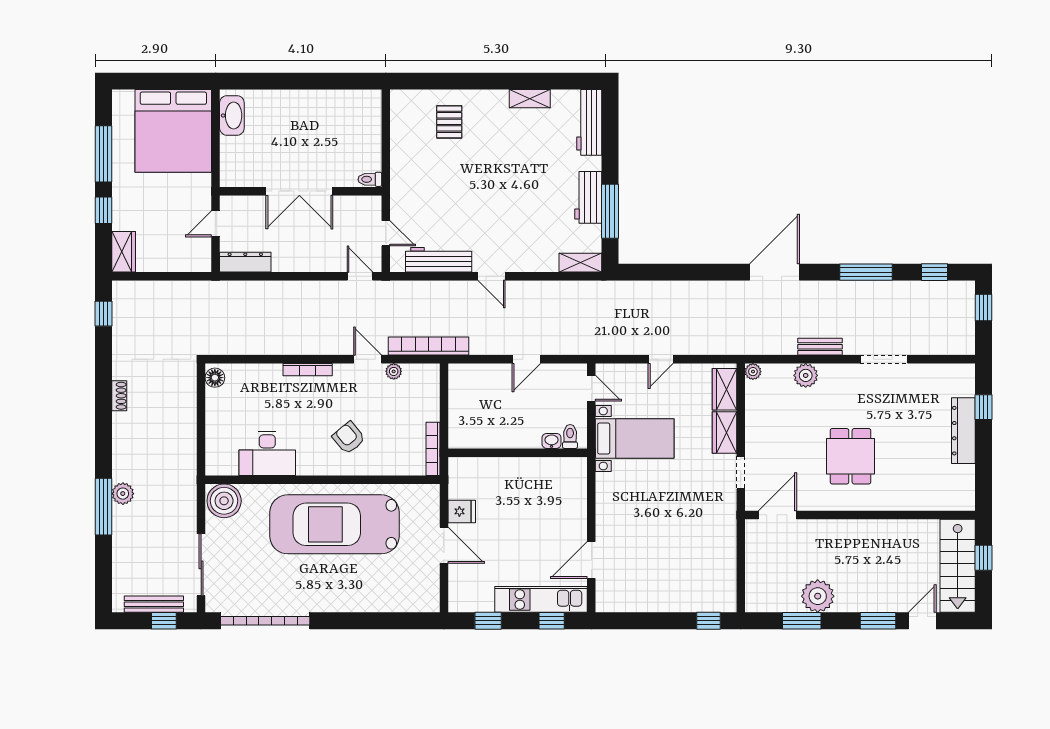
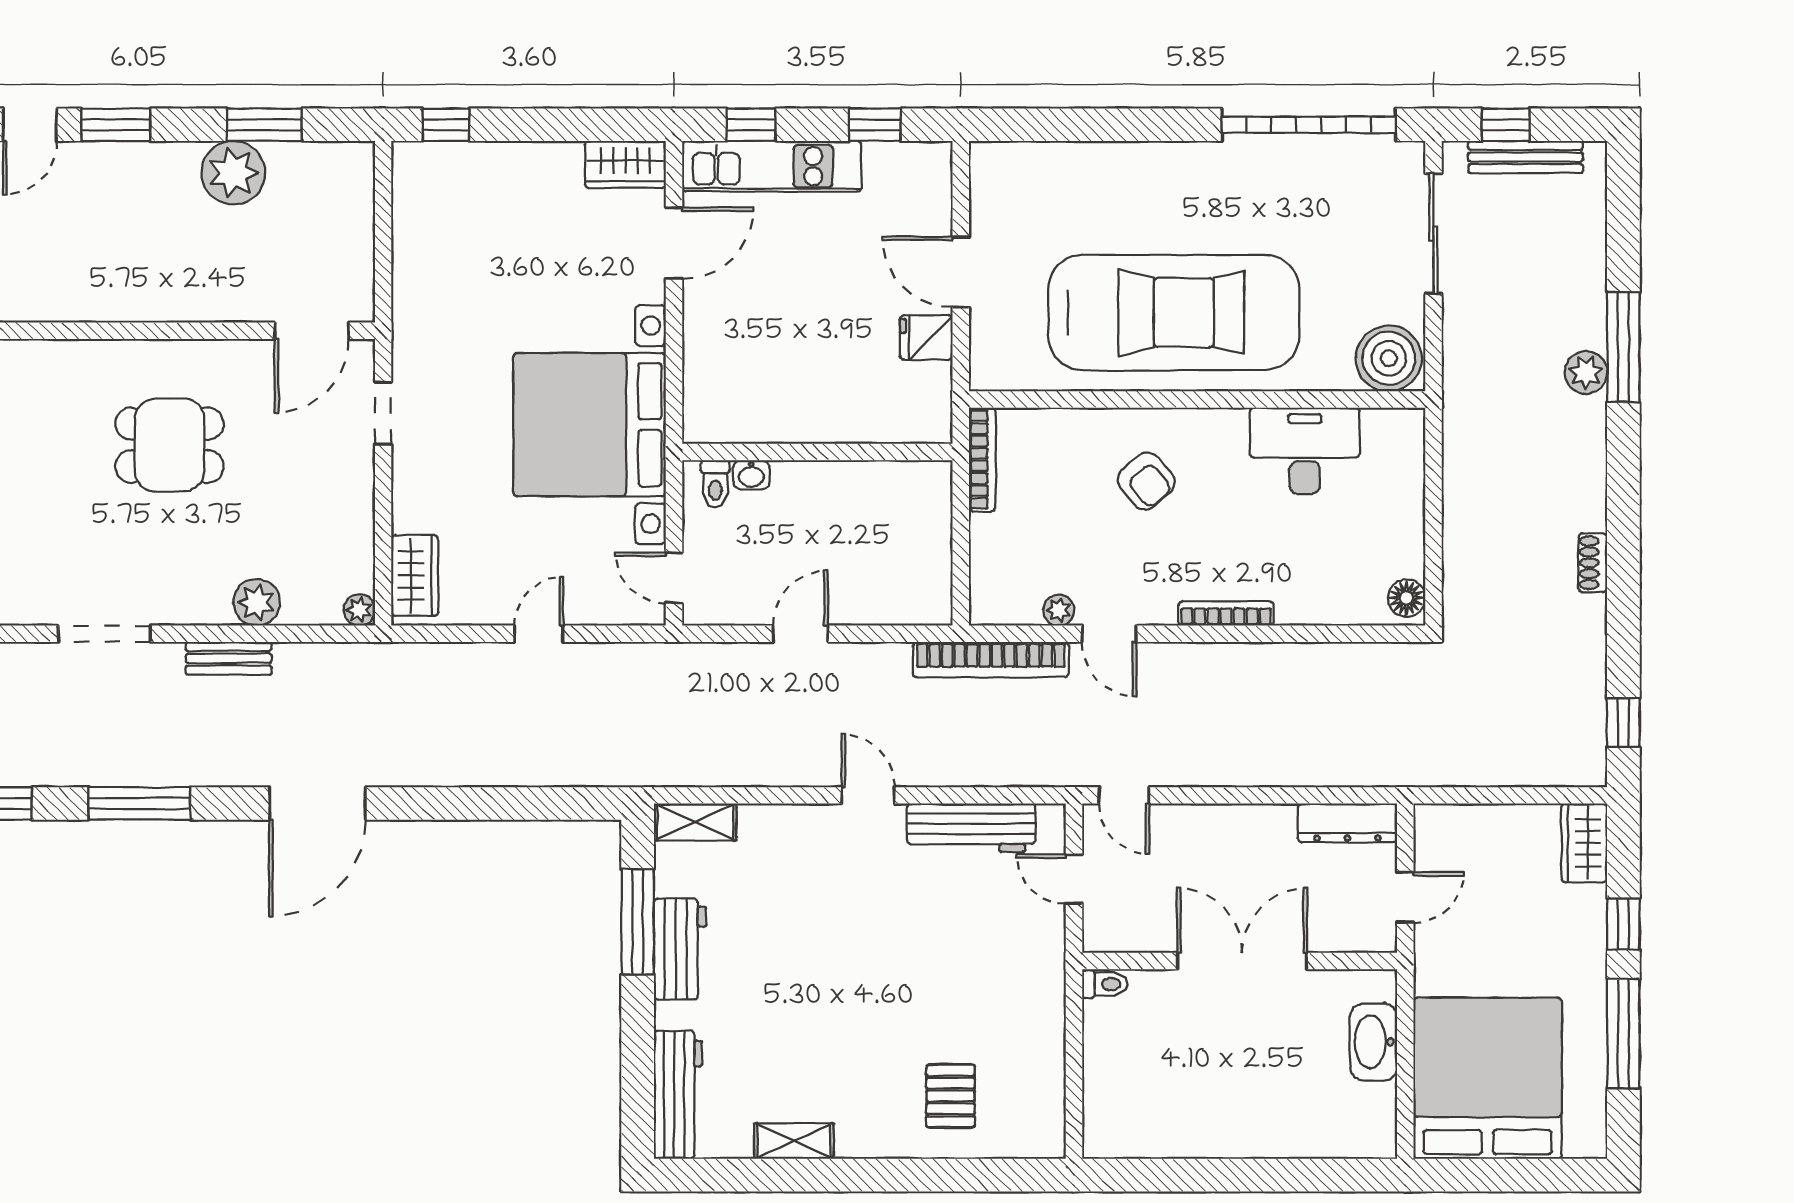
washbasin: (232, 115) -> (1373, 1042), moved
wardrobe: (724, 433) -> (625, 164), moved, turned 90
bed with nightstands: (635, 439) -> (590, 425), width x1.85
dining table: (850, 456) -> (169, 445), turned 90

